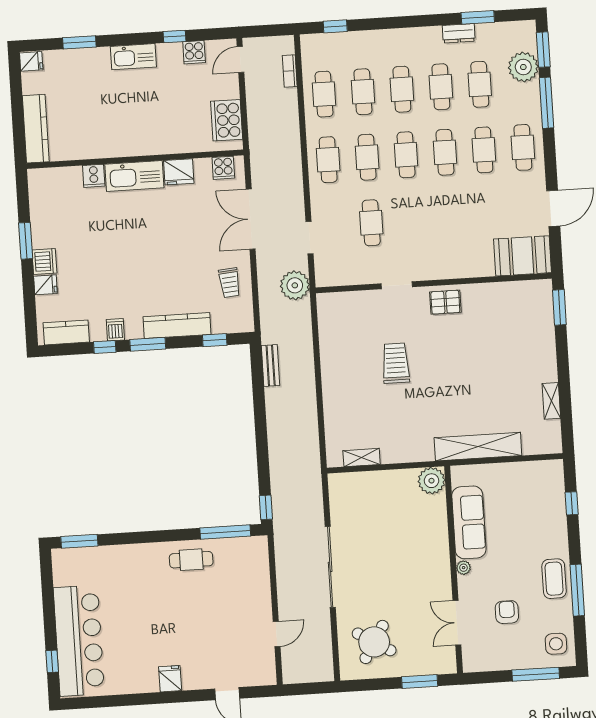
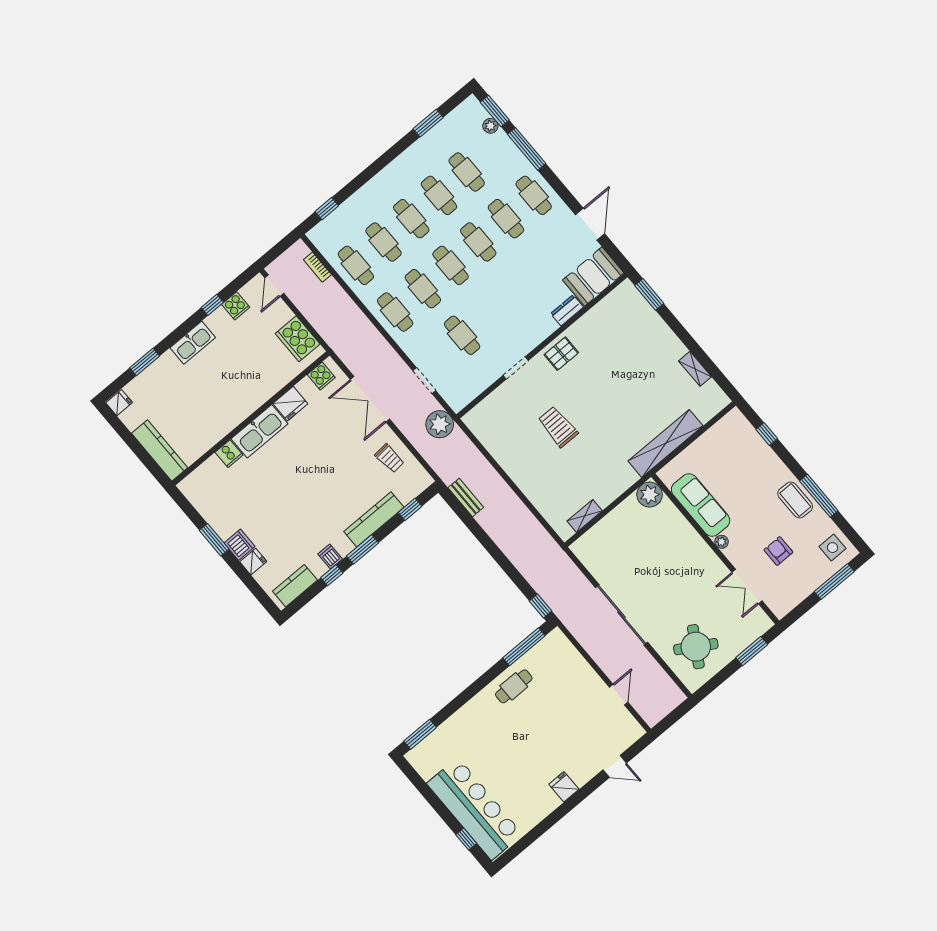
dresser: (459, 33) -> (567, 310), moved, turned 180
plant: (523, 67) -> (490, 126), width x0.53, depth x0.53

